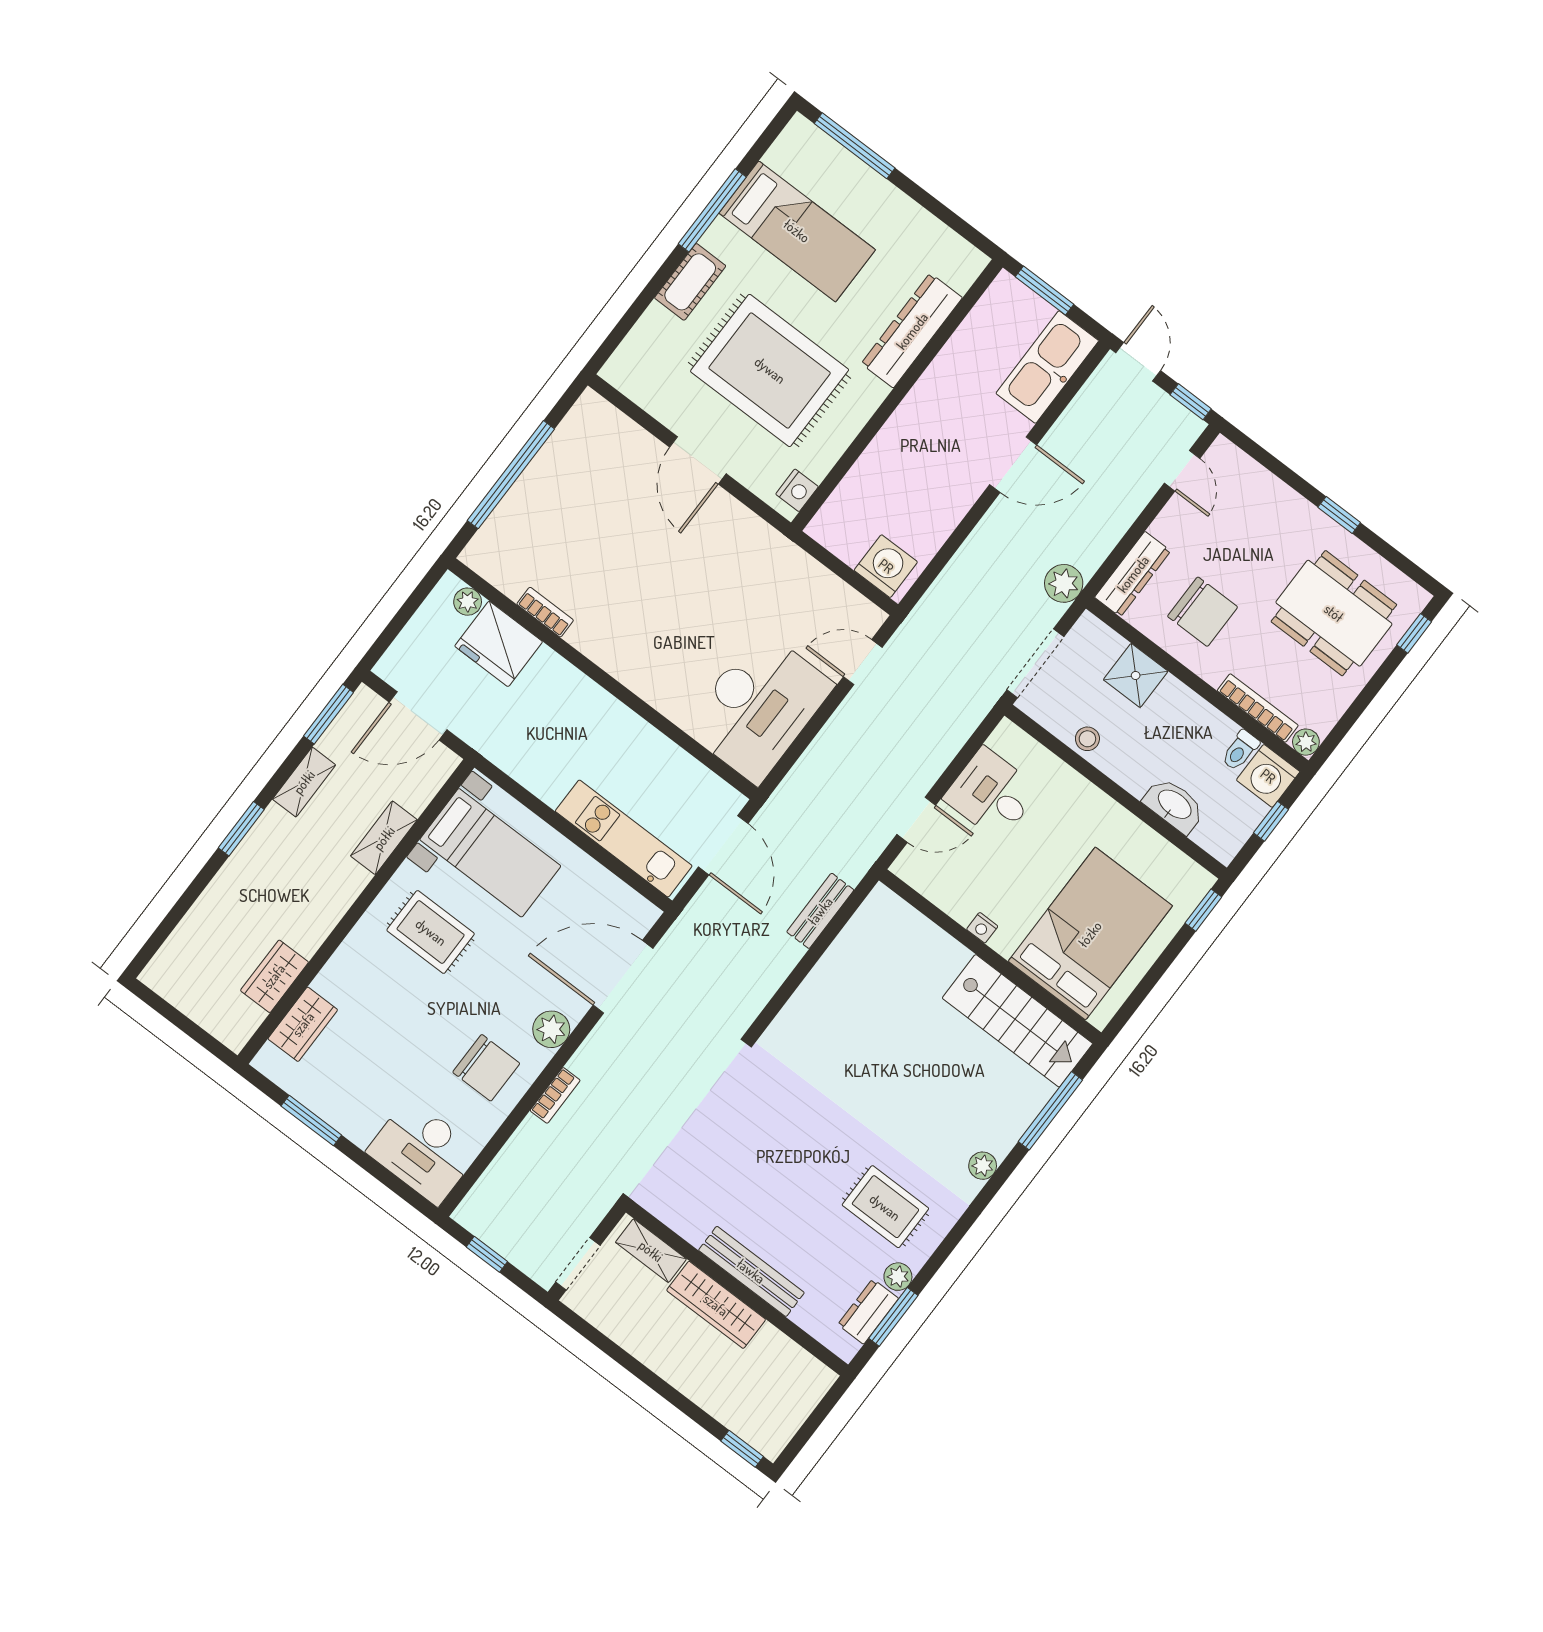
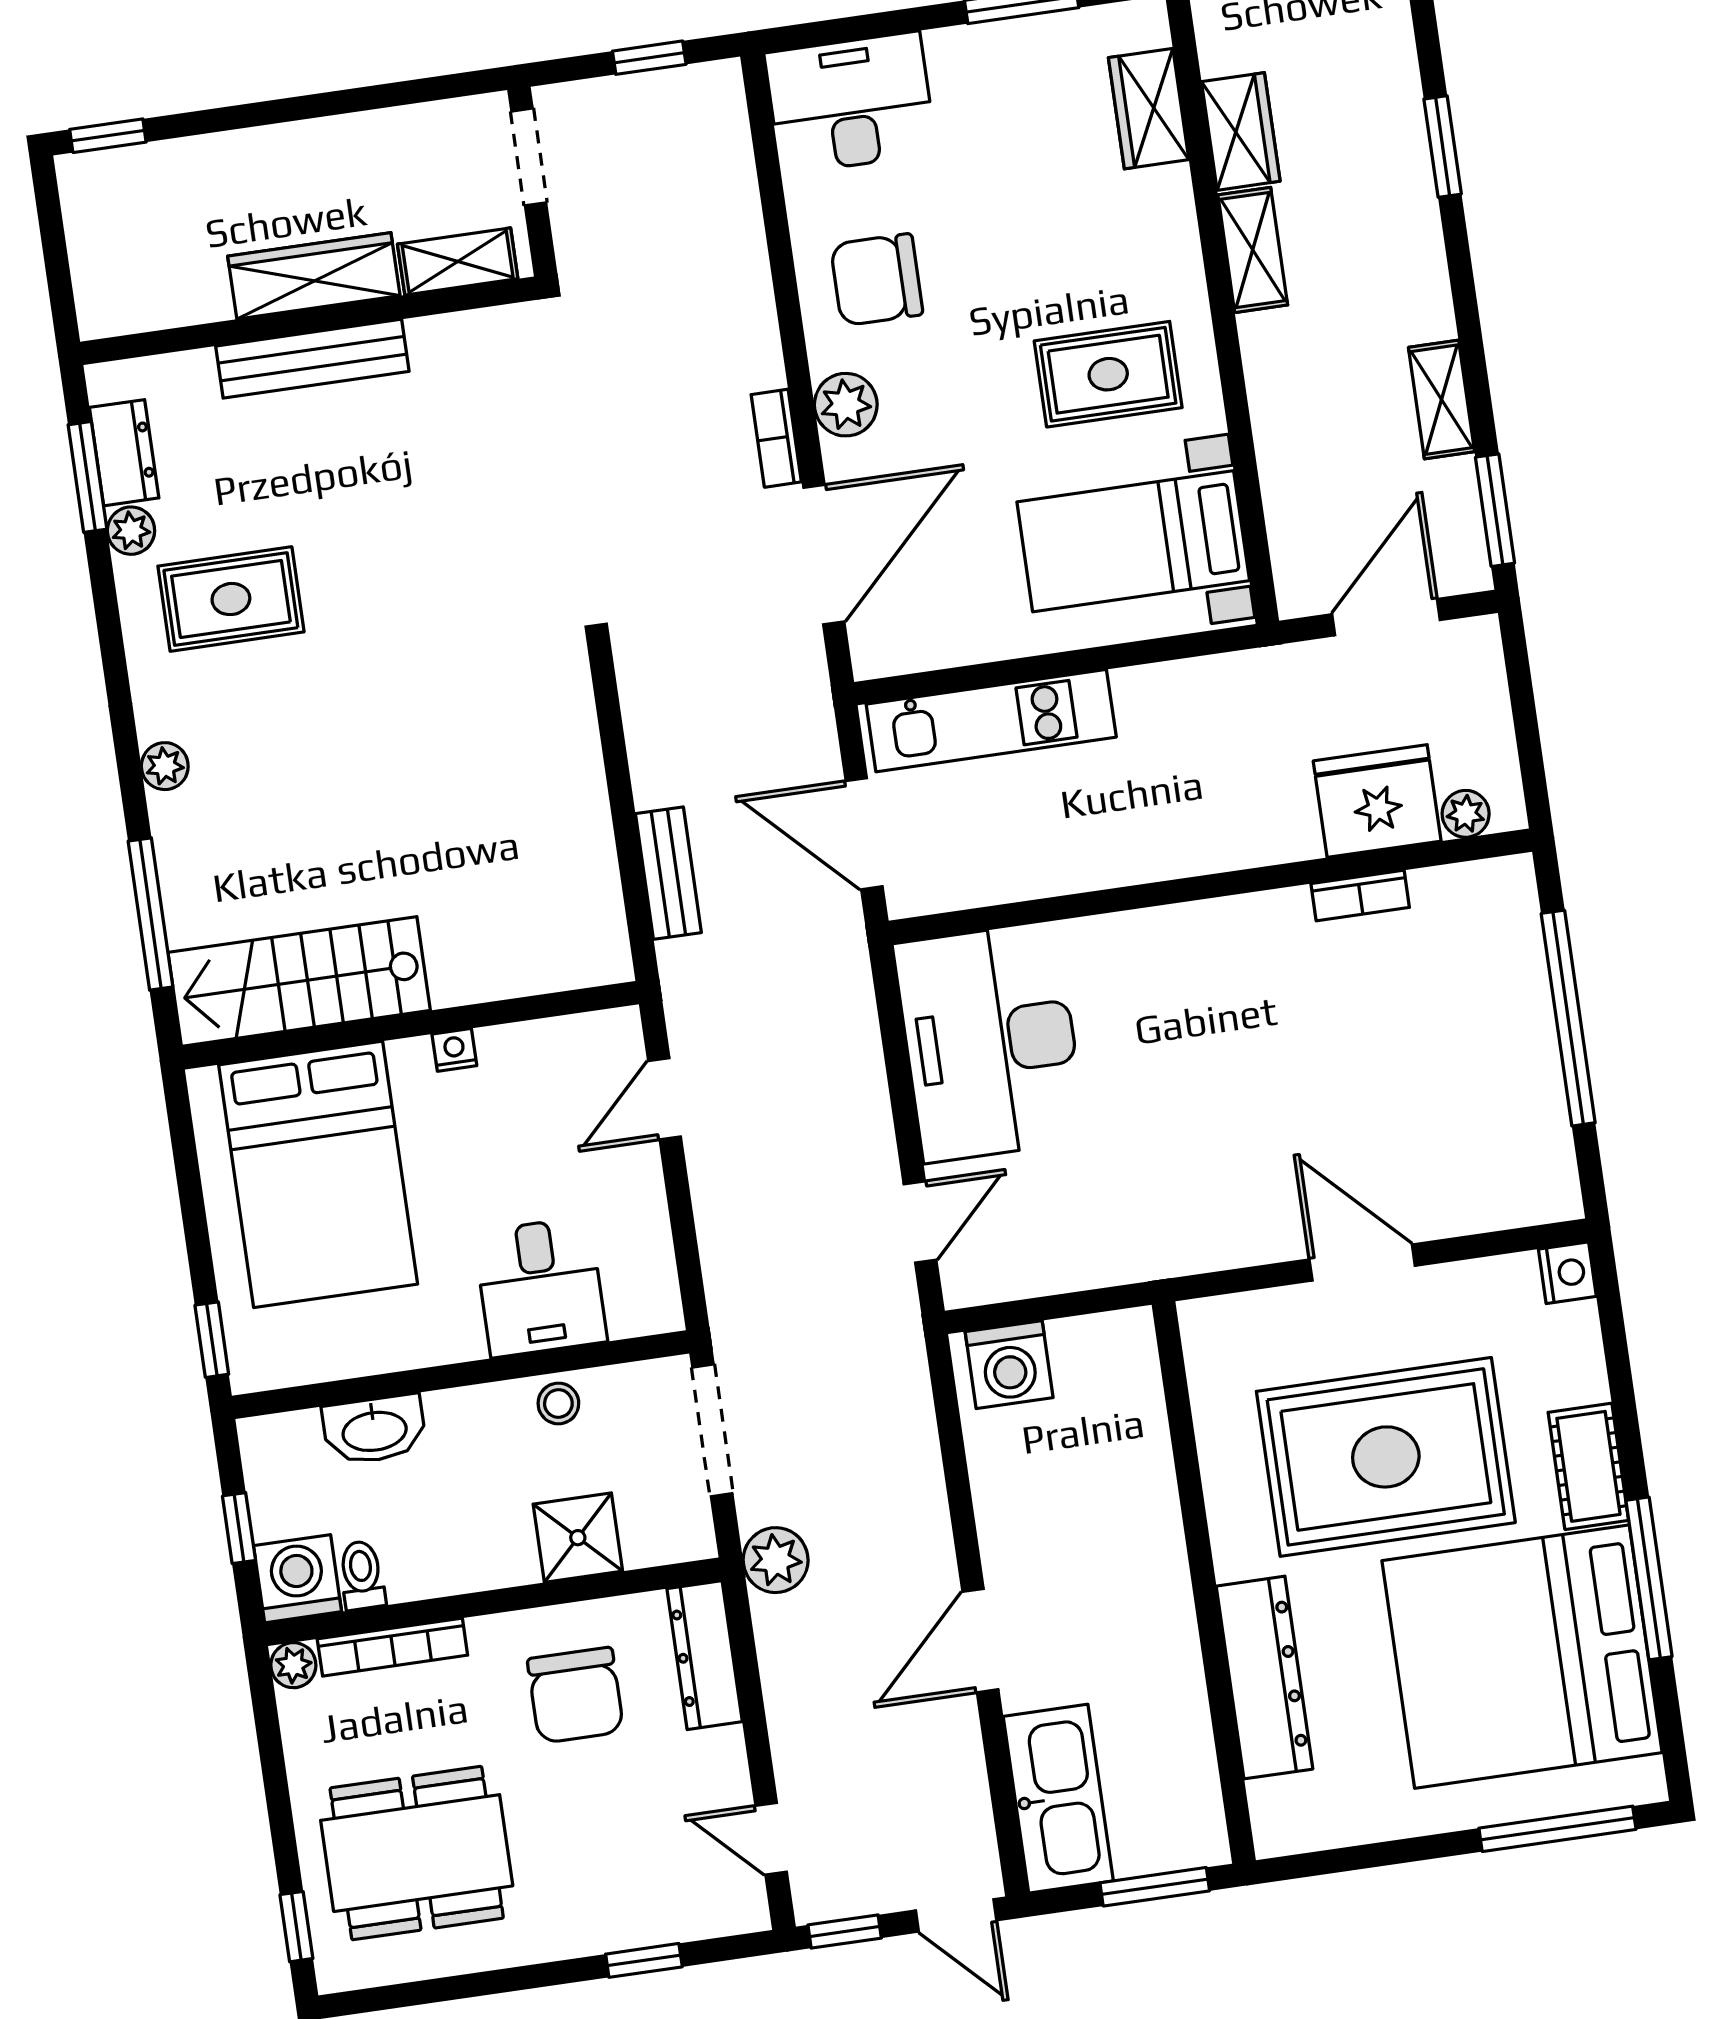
bed: (797, 231) -> (1522, 1657), width x2.04
nightstand: (797, 490) -> (1567, 1273), moved, turned 180
window: (1339, 515) -> (644, 1960), moved
chair: (1203, 612) -> (575, 1695), turned -90
desk: (992, 794) -> (540, 1287), moved, turned 90
window: (241, 829) -> (1443, 147), moved
shelving: (384, 838) -> (1253, 250), moved
bookcase: (555, 1095) -> (776, 438), moved

